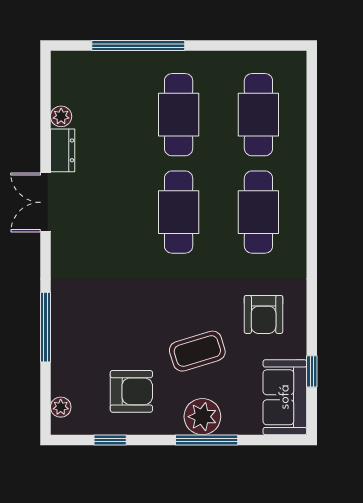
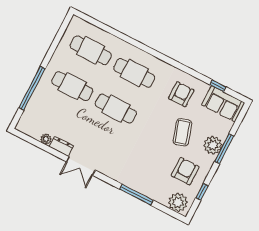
armchair: (264, 314) -> (181, 94), turned -90
plant: (61, 407) -> (178, 202), width x1.88, depth x1.88

